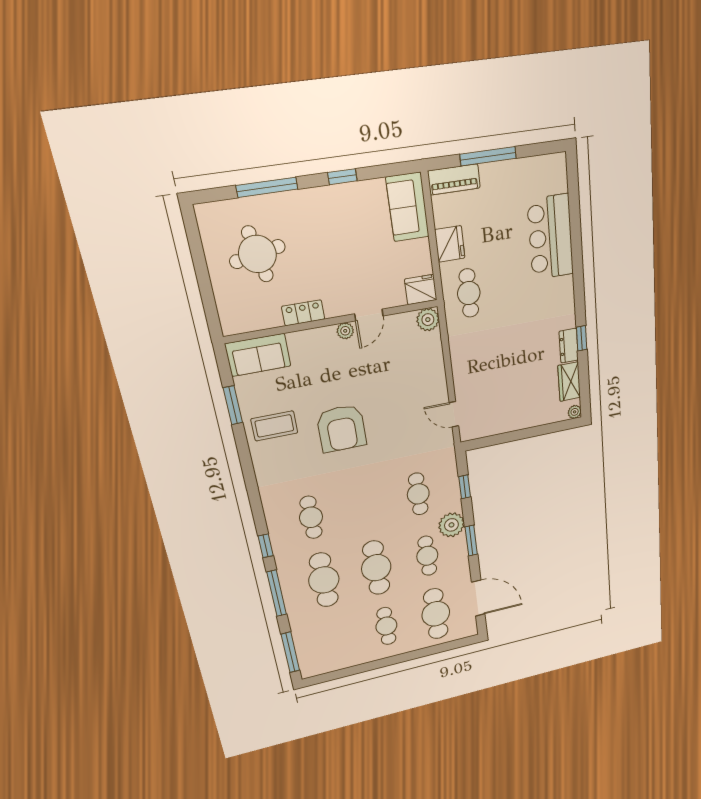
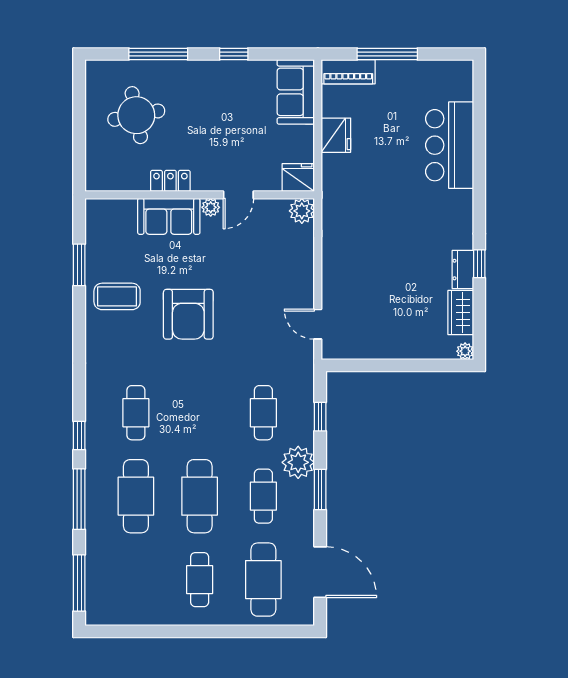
cafe table: (469, 293) -> (351, 190), removed
sofa: (258, 355) -> (169, 216), moved

